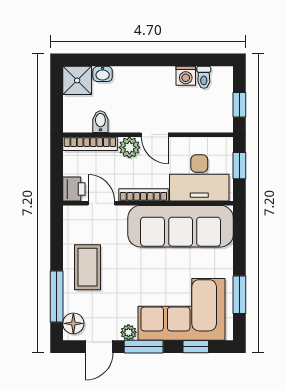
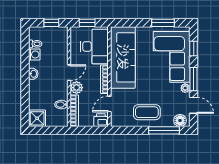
washbasin: (103, 74) -> (33, 74), moved

